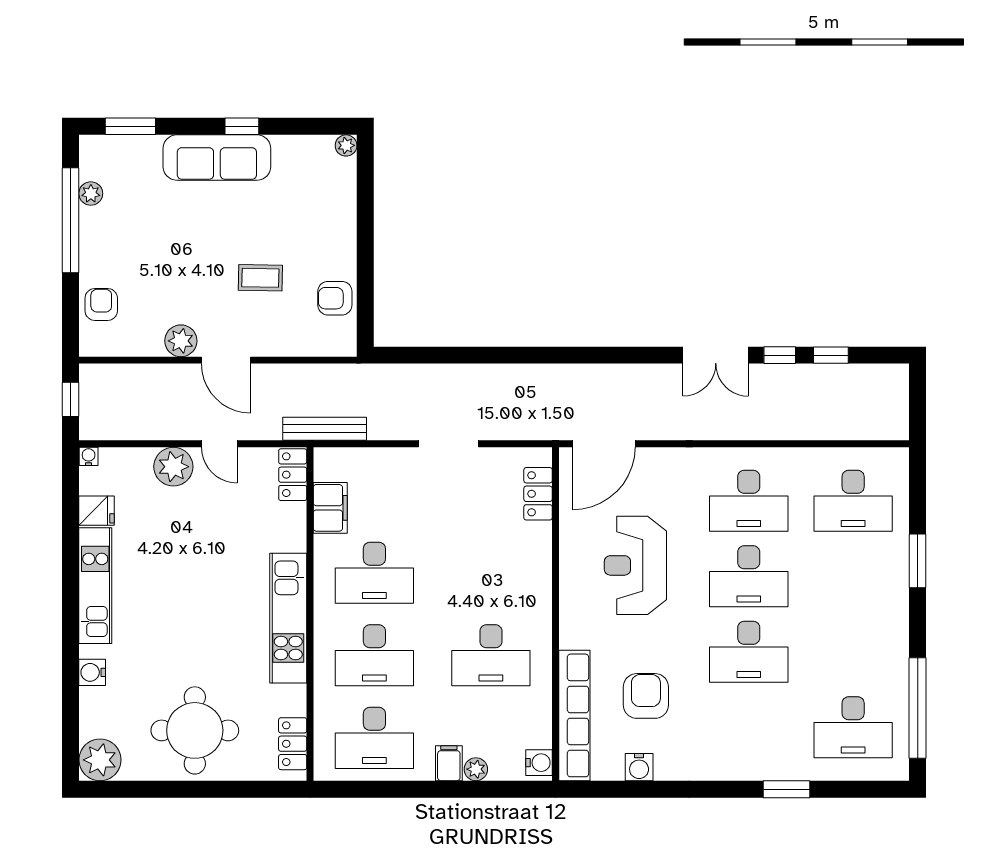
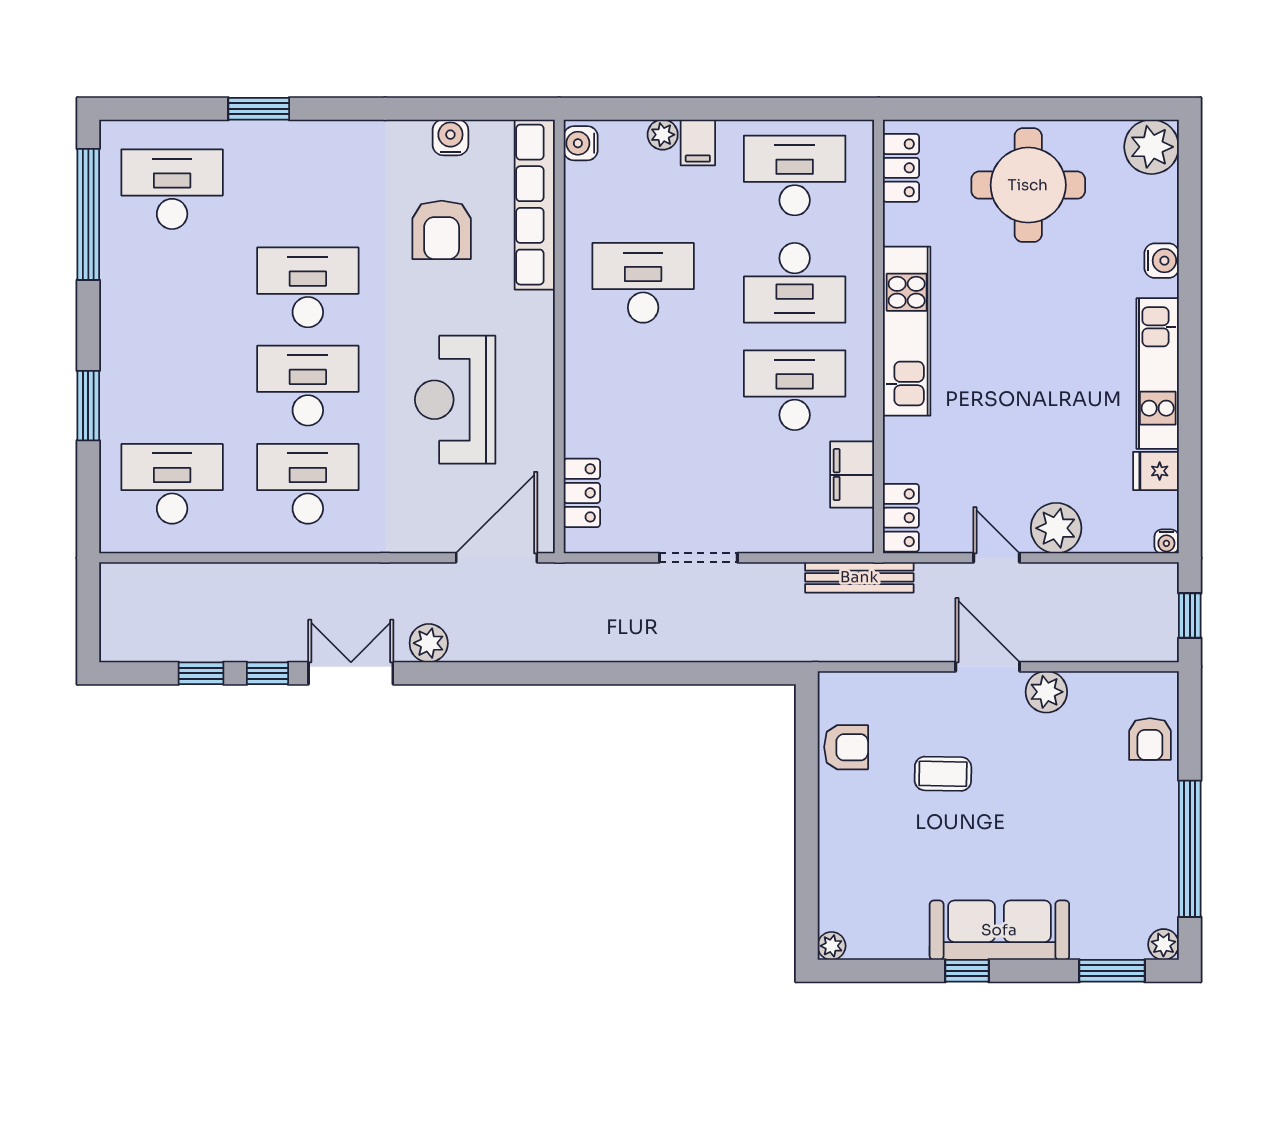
plant: (91, 194) -> (1163, 944), moved
plant: (656, 378) -> (429, 643), added
reception desk: (635, 565) -> (455, 400), turned 180
desk: (374, 655) -> (795, 283), turned 180

